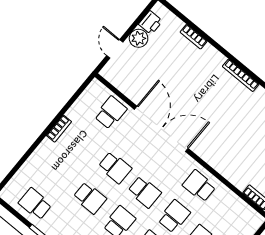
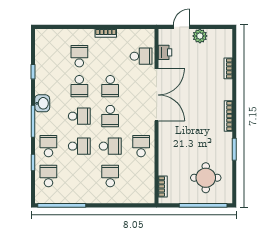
printer: (151, 23) -> (165, 52), moved, turned -90
school desk: (35, 204) -> (79, 56), moved

